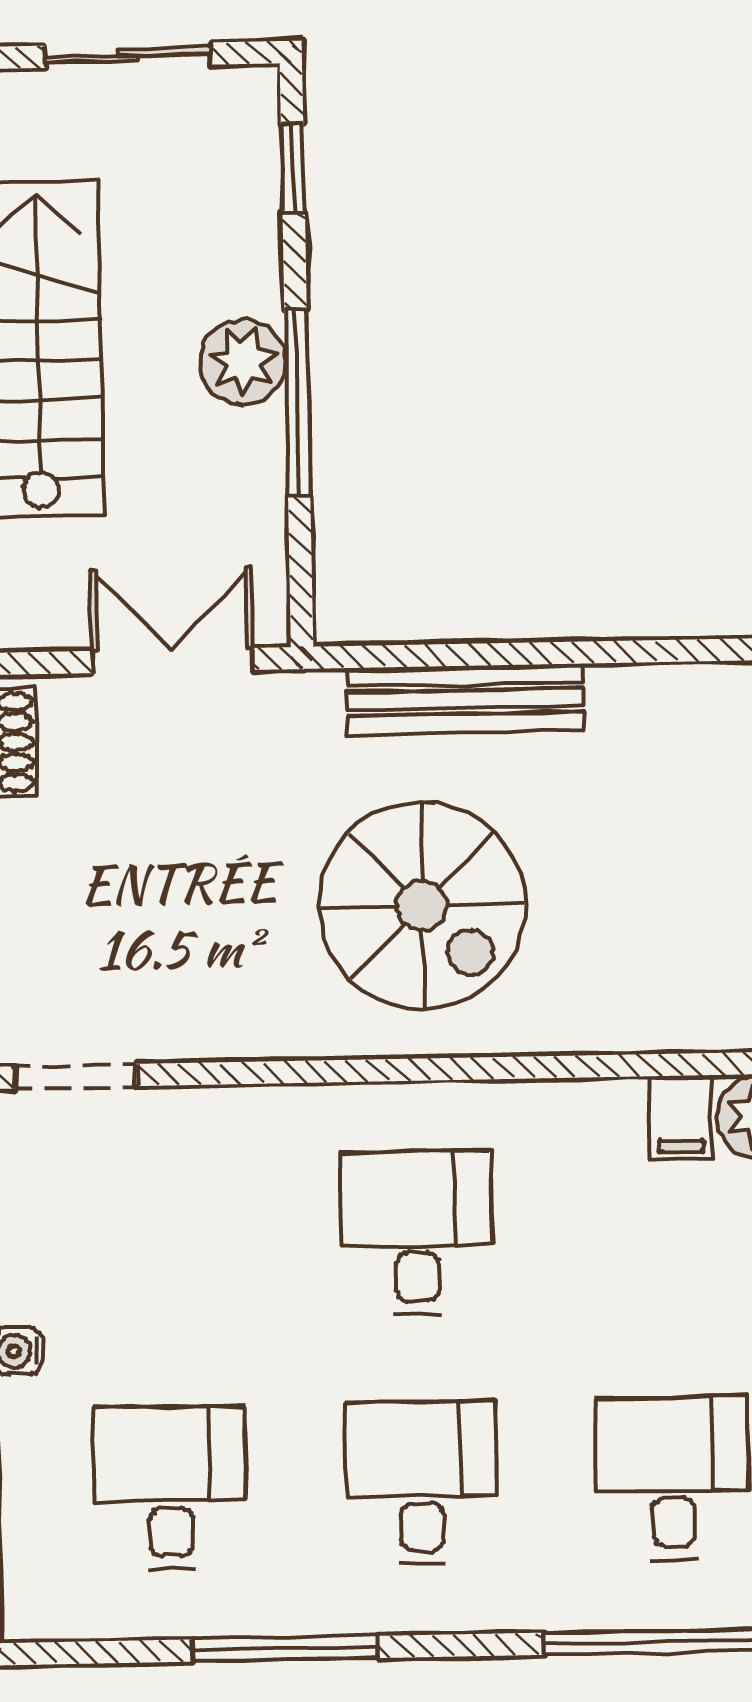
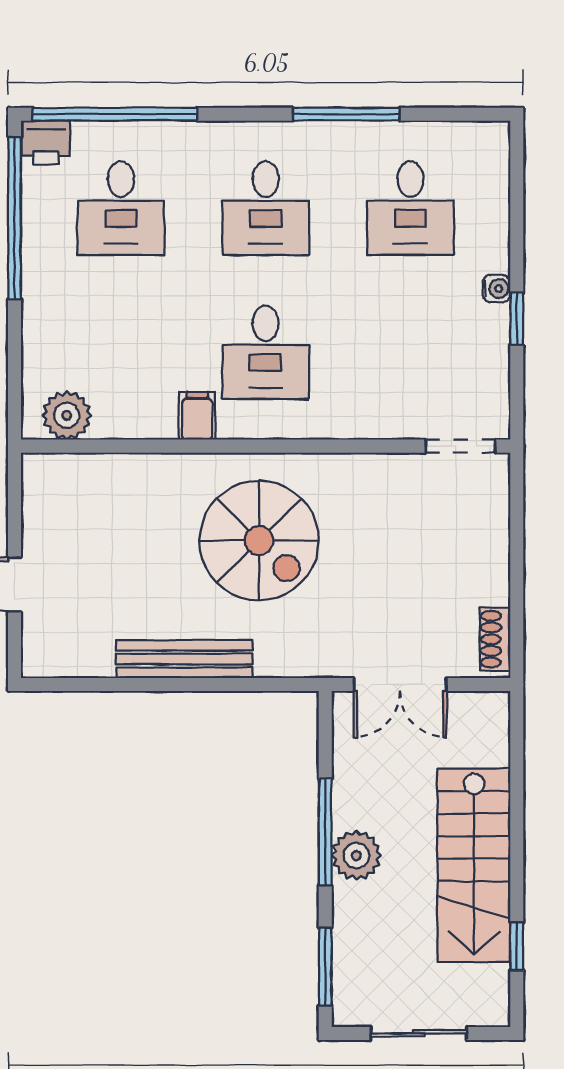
window: (293, 168) -> (325, 967), width x1.50
bench: (465, 699) -> (184, 659), moved
spiral stairs: (422, 906) -> (259, 541), turned 180
filing cabinet: (680, 1117) -> (197, 416), moved

